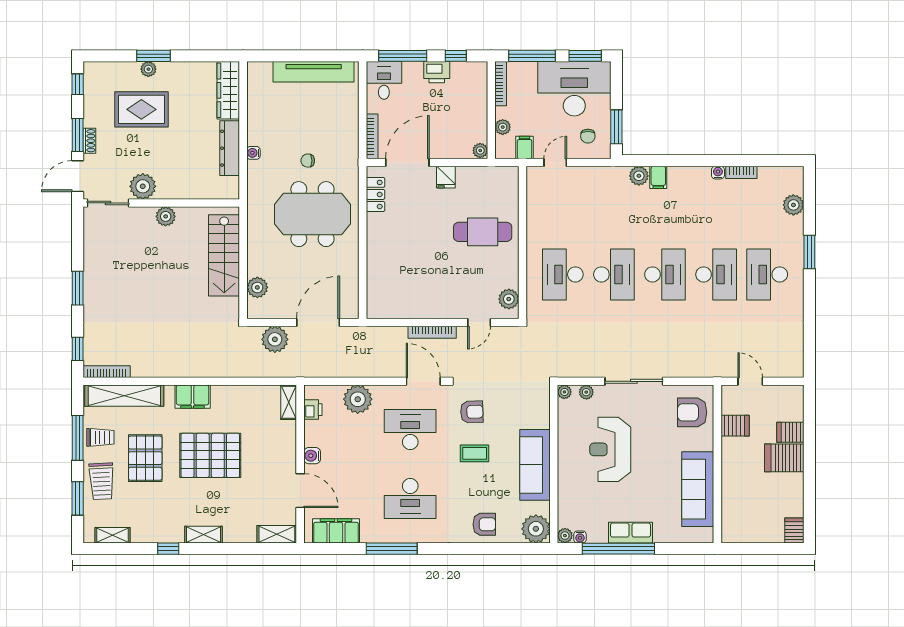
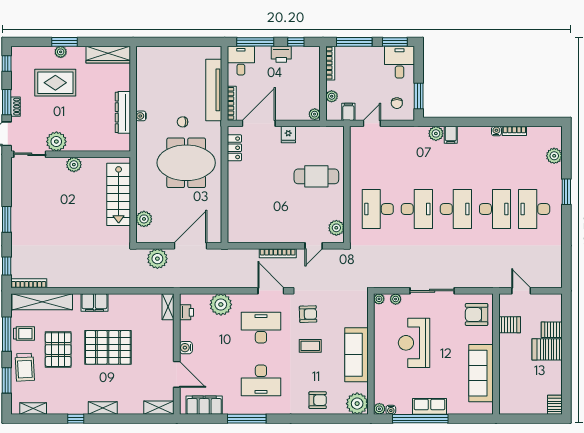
tv unit: (314, 72) -> (214, 90), moved, turned 90
desk: (574, 89) -> (400, 62), width x0.53, depth x0.77
wardrobe: (228, 90) -> (108, 55), moved, turned -90

